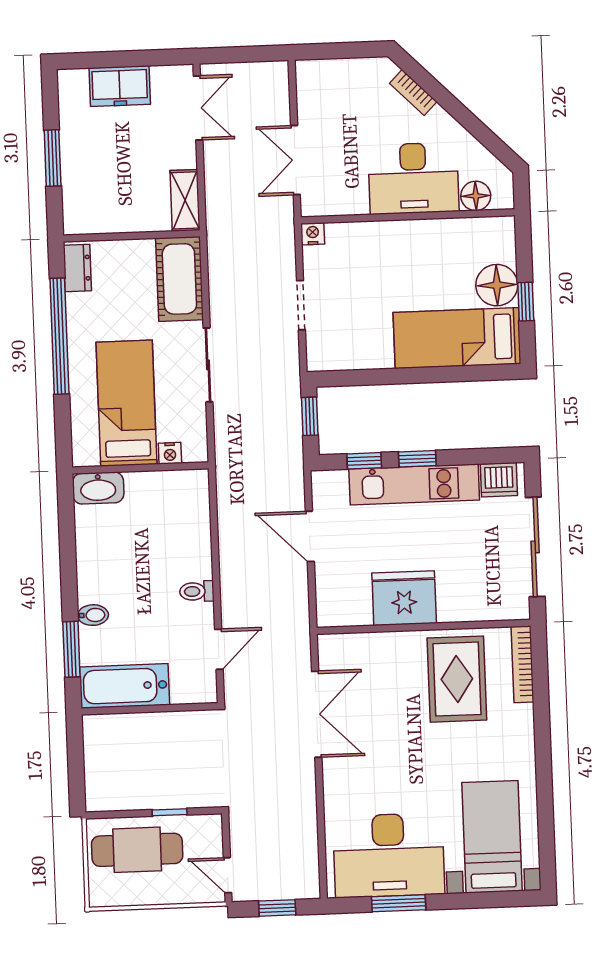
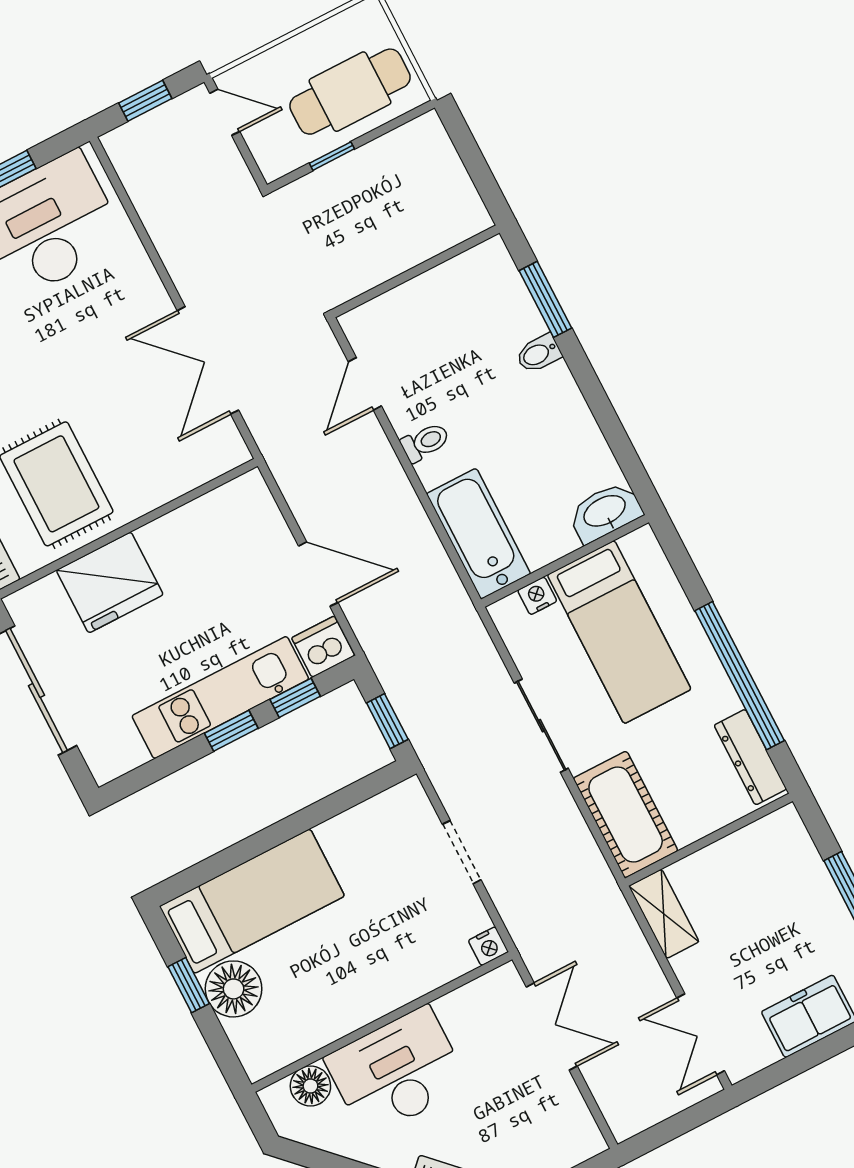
dresser: (77, 268) -> (750, 757), width x1.44
dishwasher: (499, 480) -> (323, 647), moved
fridge: (404, 598) -> (110, 582), moved
bathtub: (125, 686) -> (478, 534), moved, turned -90

